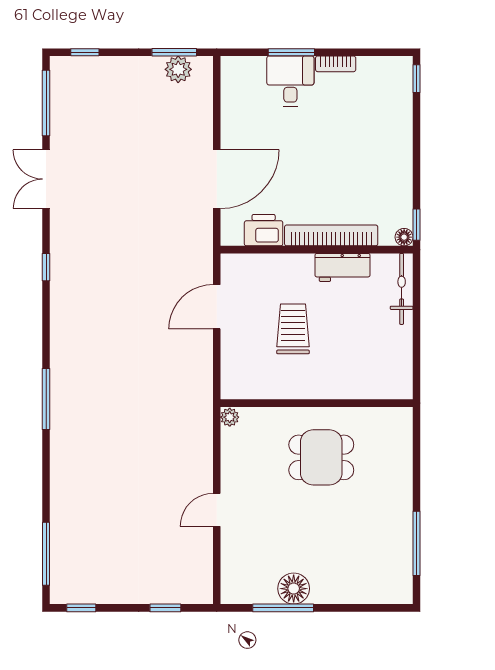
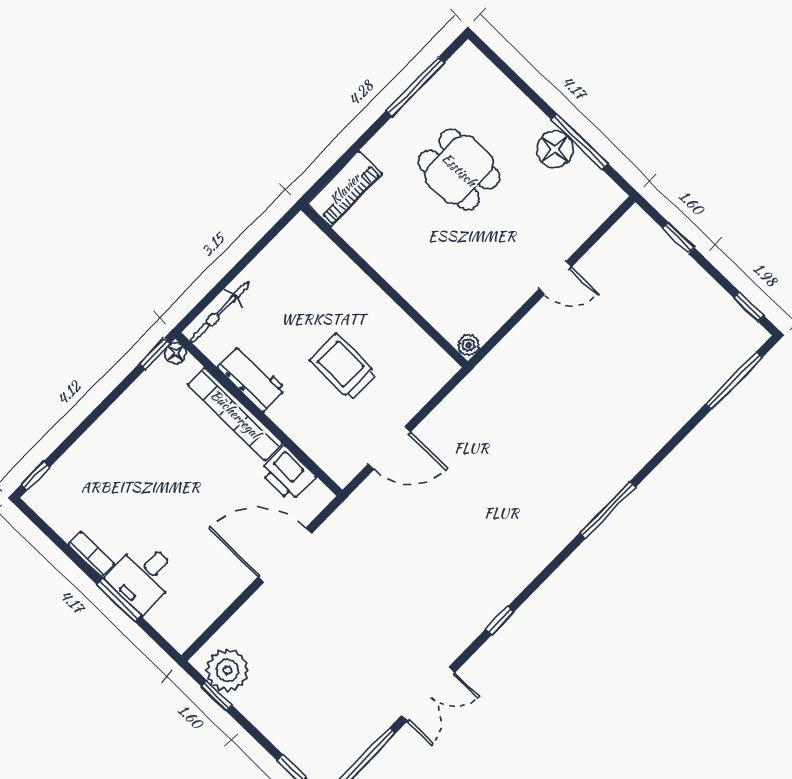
window: (174, 52) -> (217, 696), width x0.67
plant: (178, 69) -> (227, 670), width x1.36, depth x1.36
trolley: (293, 329) -> (343, 367), turned 90
piano: (399, 439) -> (345, 189), added
dining table: (321, 457) -> (459, 170), moved

